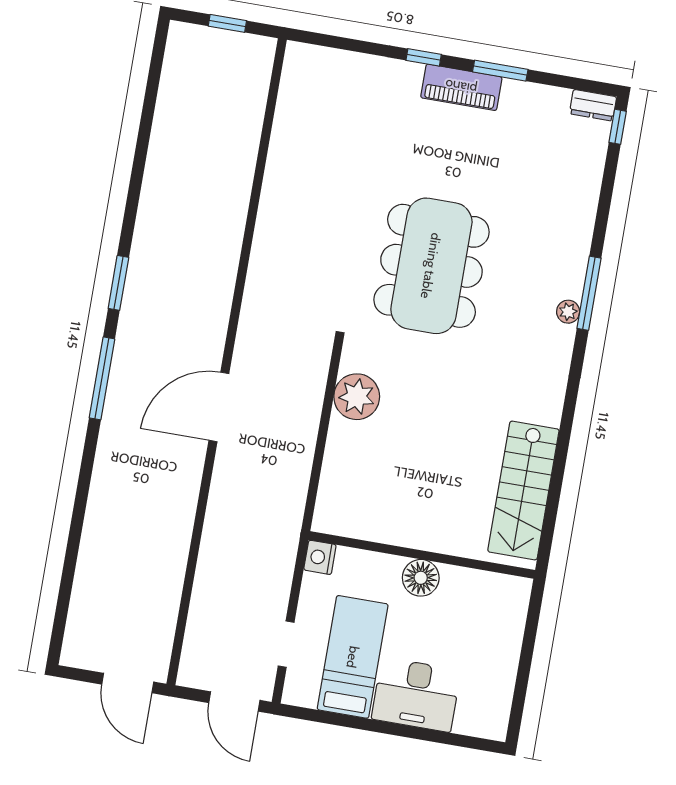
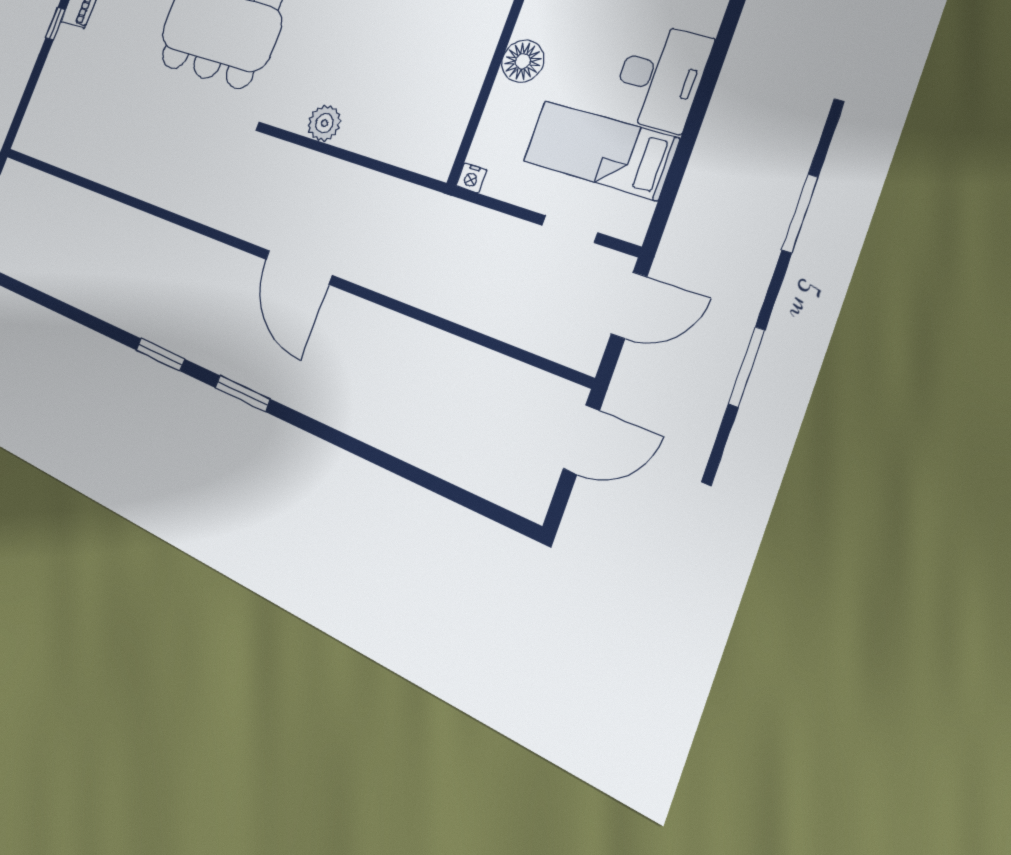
window: (102, 378) -> (242, 393), width x0.69
plant: (357, 397) -> (324, 123), width x0.73, depth x0.73
nightstand: (320, 557) -> (471, 178), width x0.72, depth x0.74

